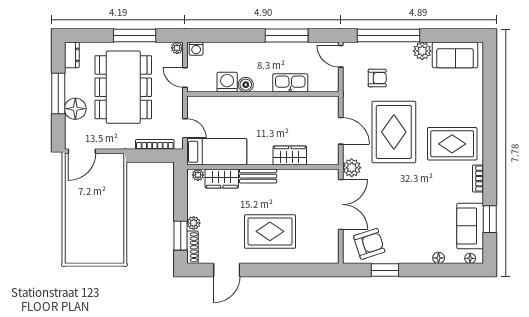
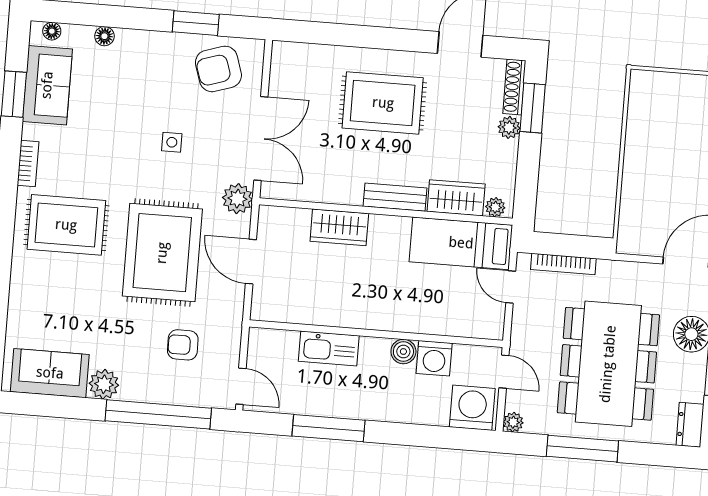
washing machine: (196, 49) -> (472, 408), width x1.89, depth x1.89
side table: (393, 198) -> (172, 142), added
double door: (341, 204) -> (261, 139), swing flipped

